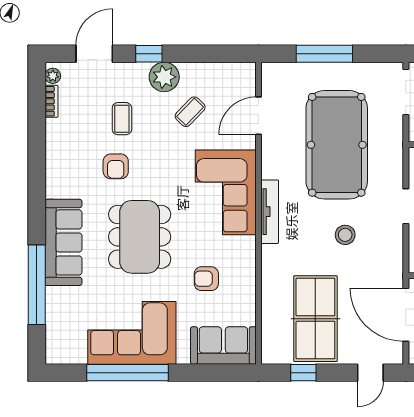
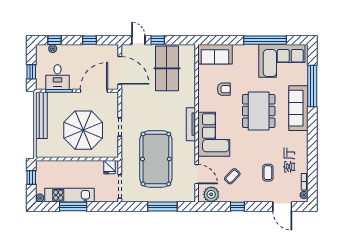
door: (94, 54) -> (282, 206), hinge flipped
window: (149, 54) -> (237, 206), moved
plant: (164, 77) -> (211, 194), moved
door: (258, 116) -> (197, 174), hinge flipped
armchair: (116, 166) -> (271, 148), removed
stool: (345, 235) -> (151, 112), removed
corner sofa: (132, 333) -> (282, 61), moved
window: (303, 373) -> (158, 40), moved
door: (370, 373) -> (138, 40), hinge flipped

